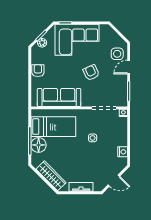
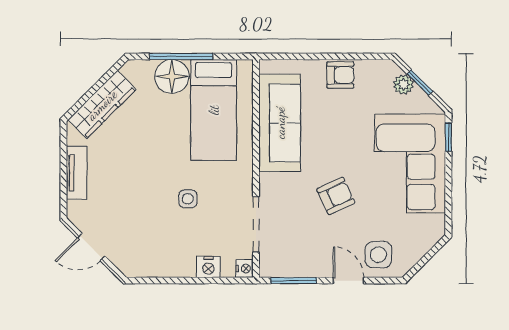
nightstand: (123, 152) -> (208, 267), moved
door: (114, 181) -> (91, 247), hinge flipped

